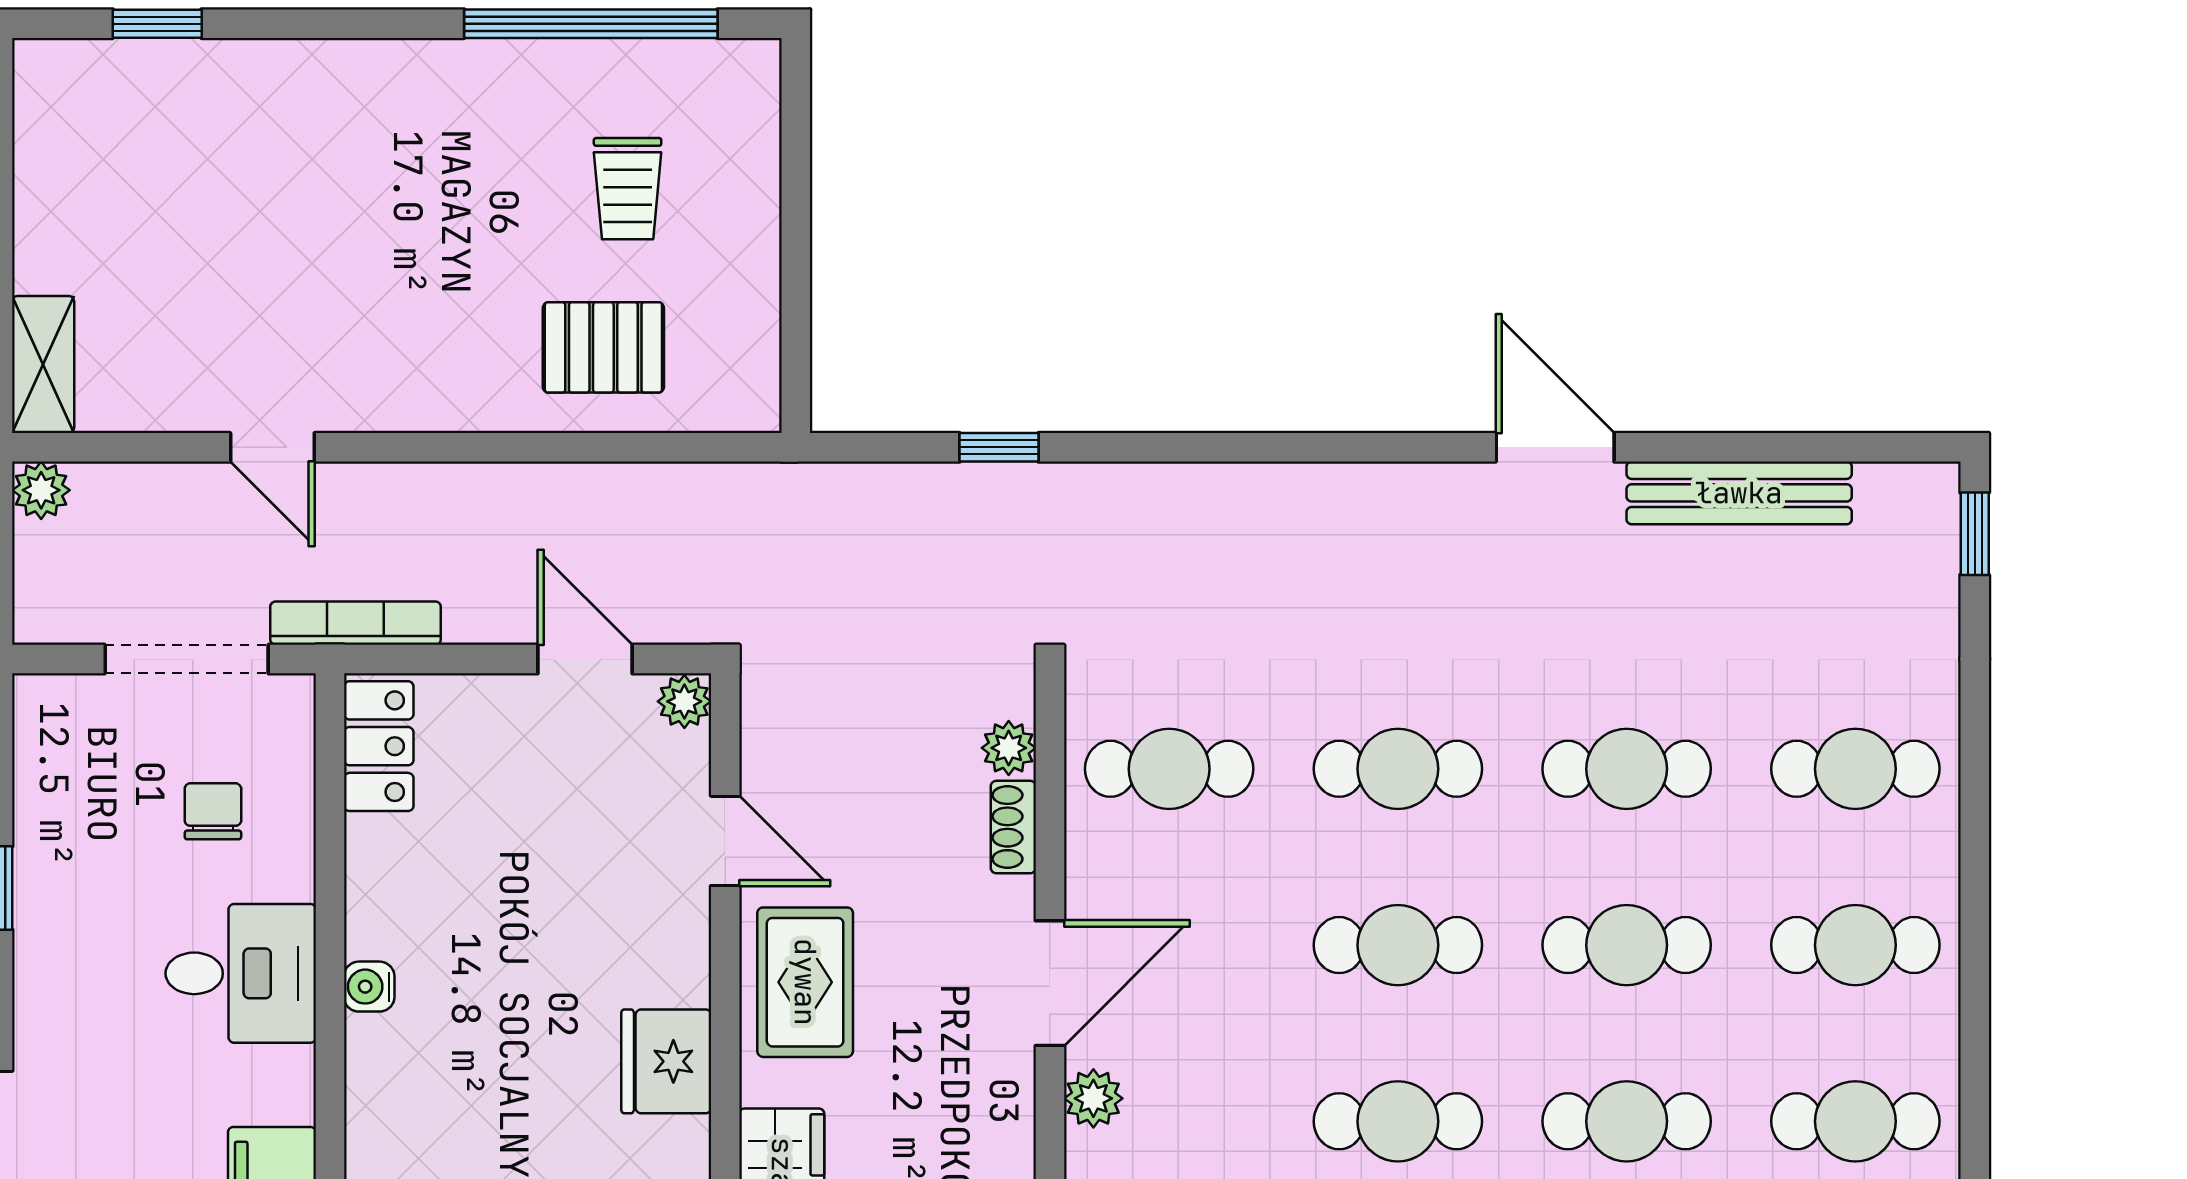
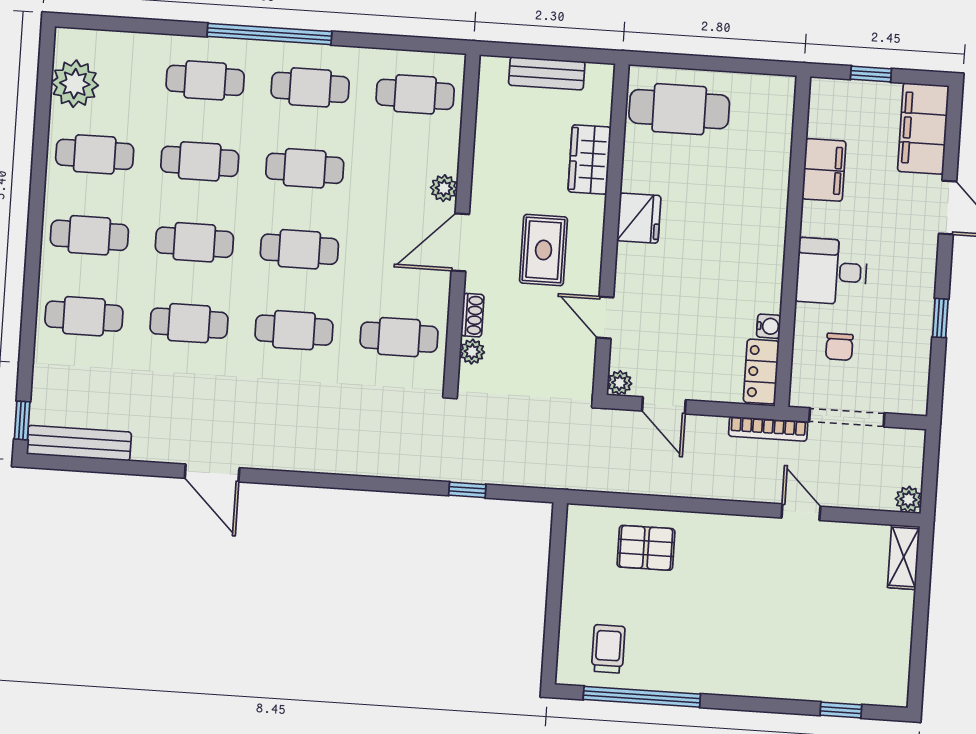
trolley: (628, 189) -> (608, 649), moved
bench: (1739, 493) -> (79, 443), moved
rug: (805, 982) -> (544, 250), moved
water cooler: (369, 987) -> (769, 326), moved

